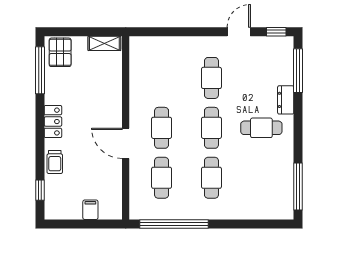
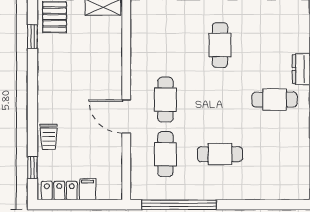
window: (40, 70) -> (32, 37), width x0.46
locker: (53, 122) -> (59, 191), moved, turned -90
cafe table: (211, 128) -> (220, 100), removed
cafe table: (211, 178) -> (220, 154), turned 90

